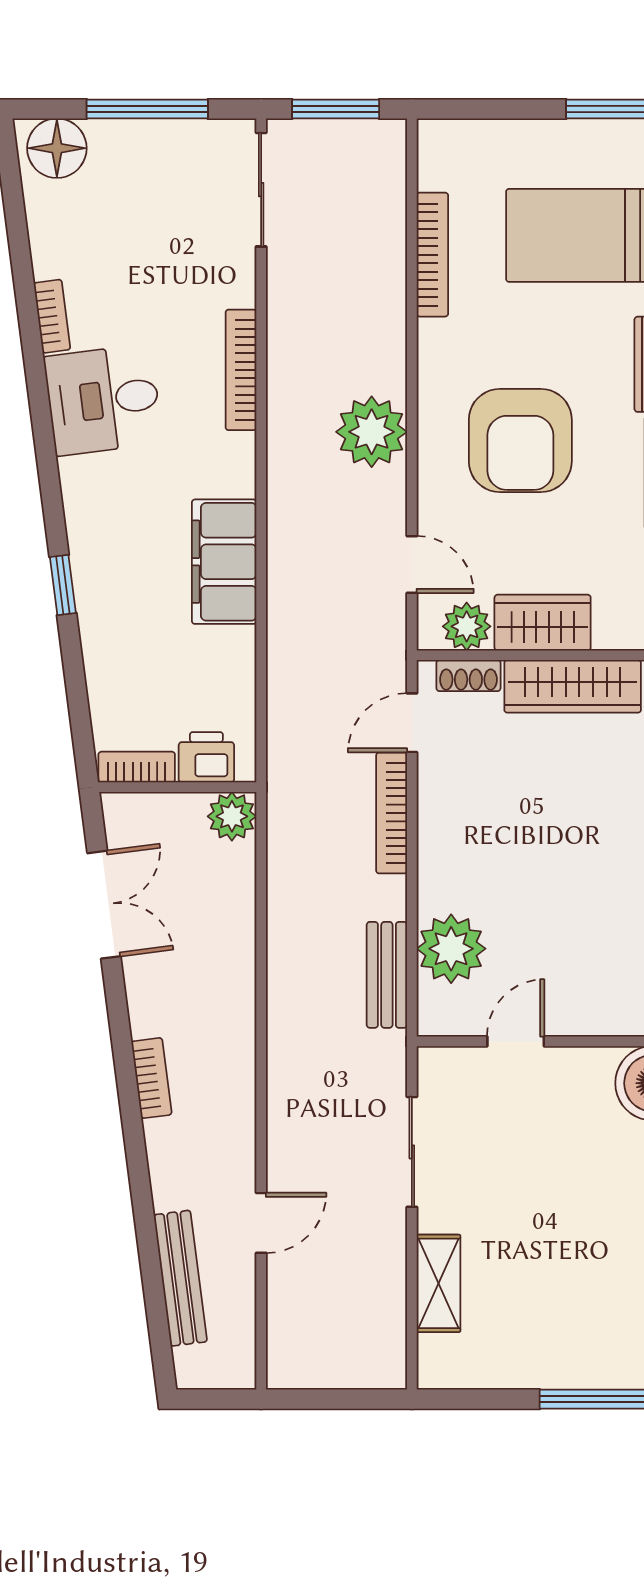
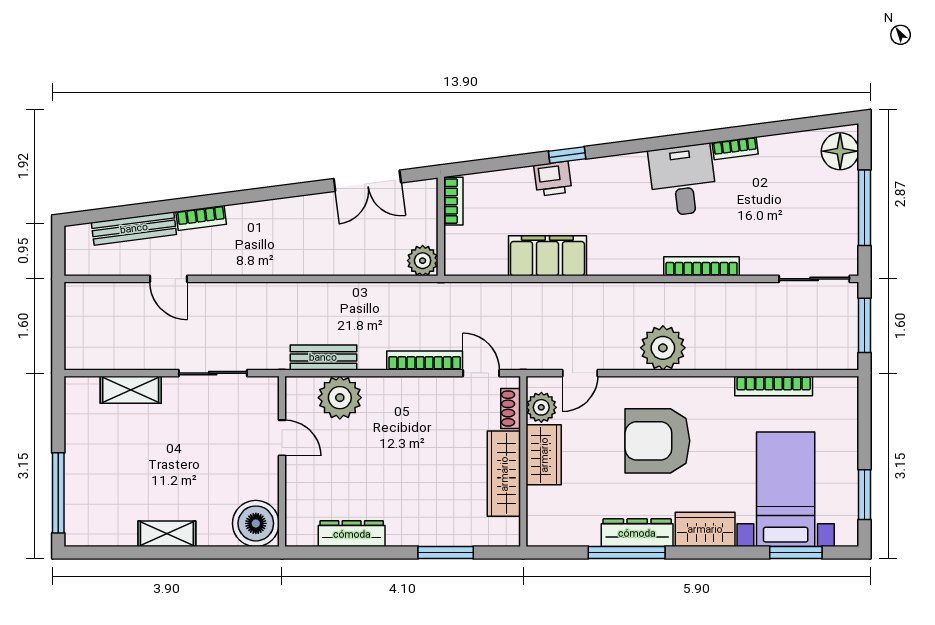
filing cabinet: (224, 562) -> (547, 256), moved
printer: (206, 757) -> (553, 179), moved, turned 83
bookcase: (152, 1078) -> (201, 218), moved

